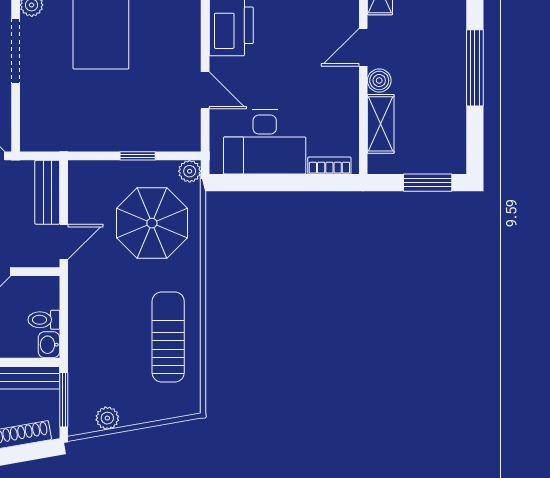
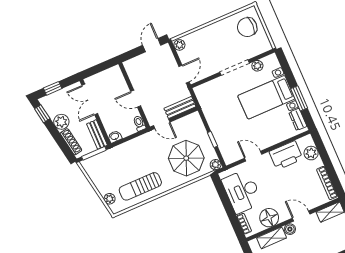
door: (205, 90) -> (253, 156), swing flipped
floor lamp: (339, 111) -> (269, 218), added
toilet: (44, 320) -> (139, 123), moved
sun lounger: (168, 337) -> (140, 186), turned 180
plant: (107, 418) -> (110, 199), moved

